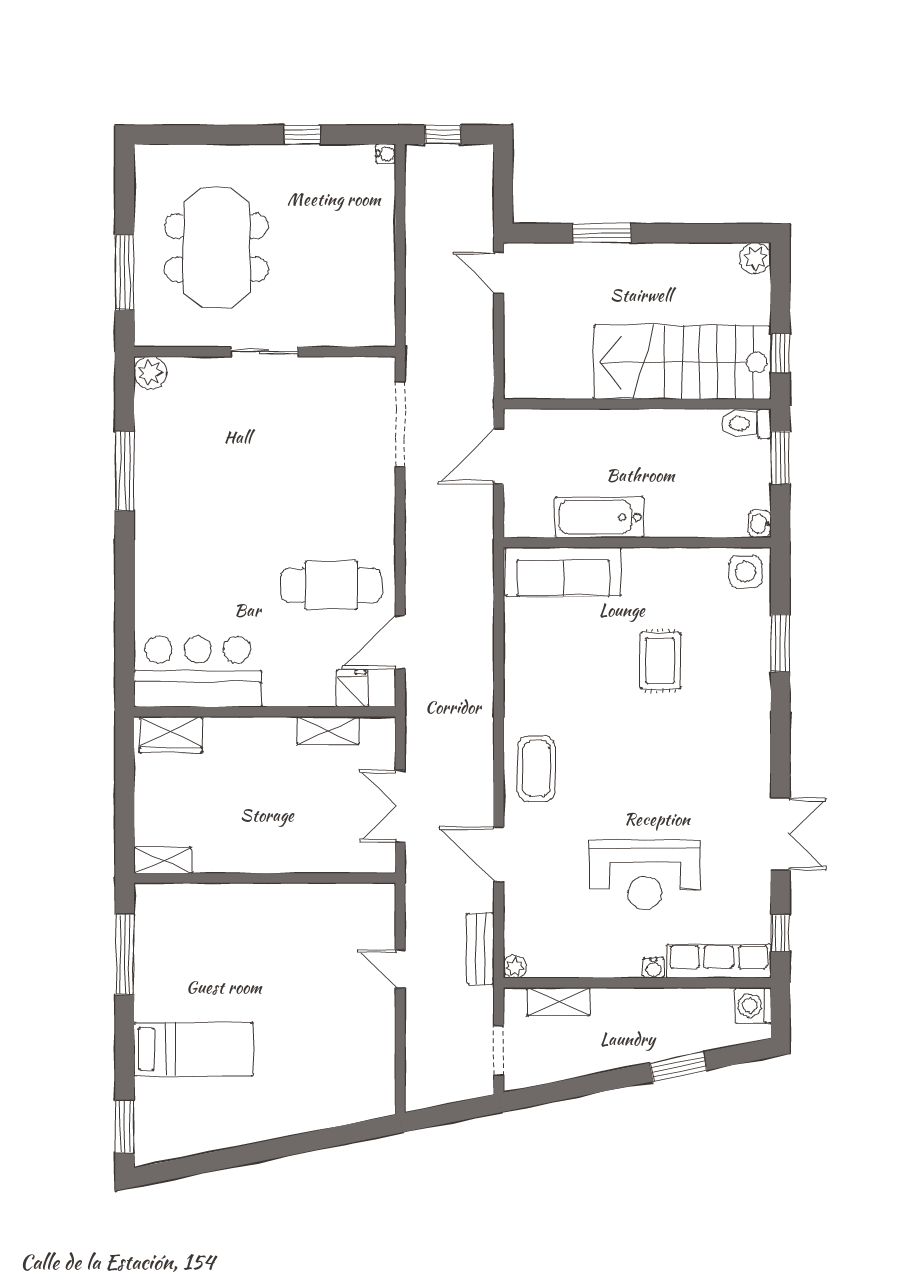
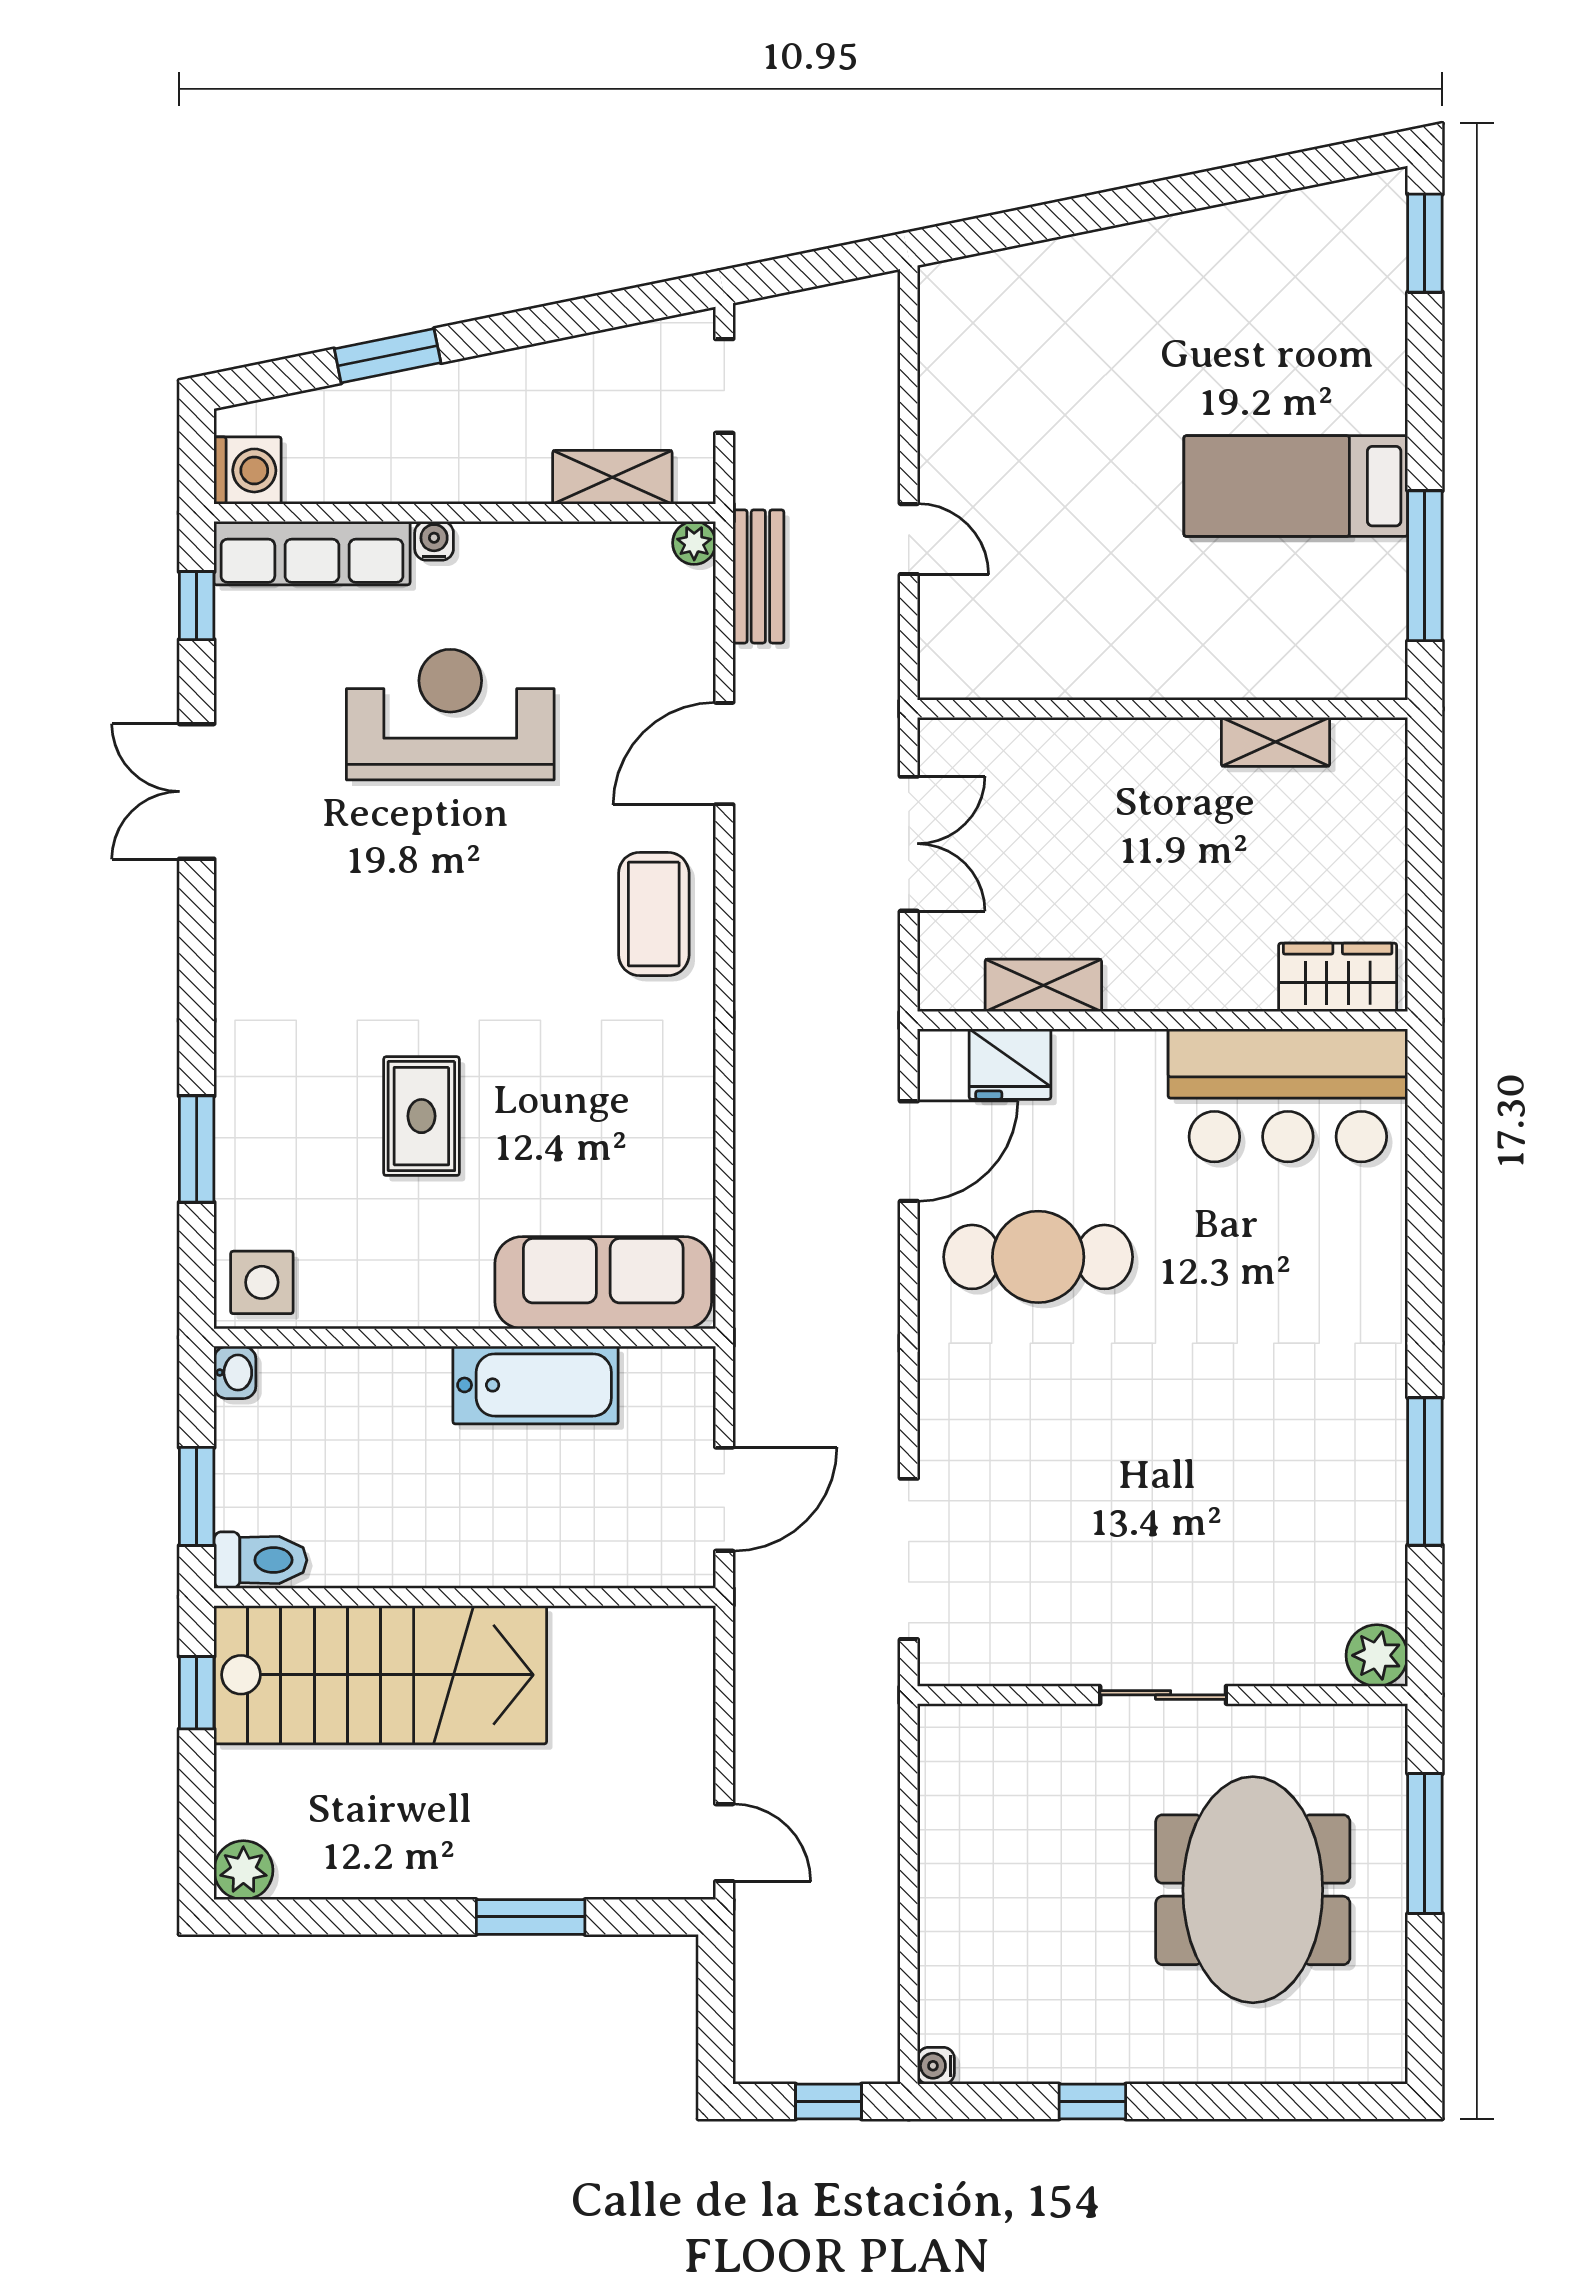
fridge: (352, 688) -> (1010, 1064), width x1.38
door: (499, 854) -> (724, 754), swing flipped
shelving: (163, 860) -> (1276, 742), moved
bed: (194, 1049) -> (1296, 486), moved

